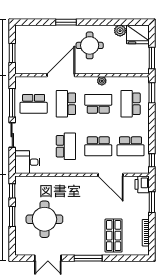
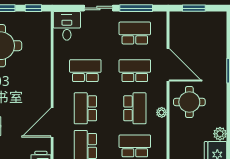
round table: (90, 45) -> (189, 102), moved
school desk: (34, 104) -> (135, 33), turned 90
school desk: (66, 146) -> (85, 71), turned 180

